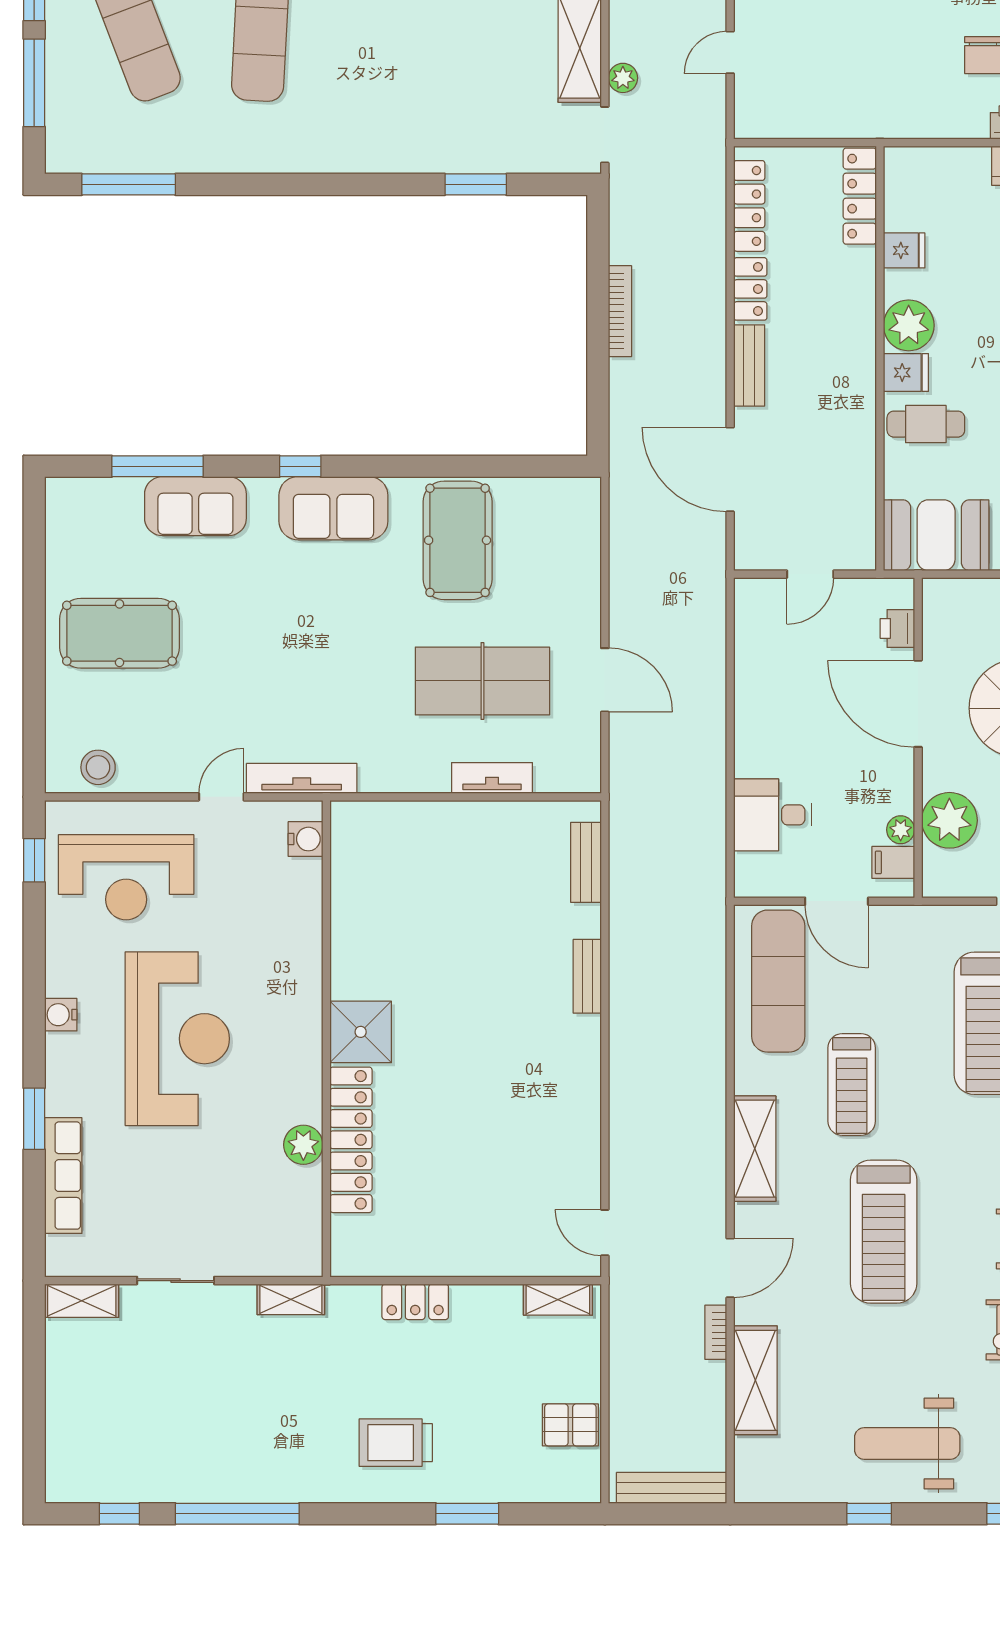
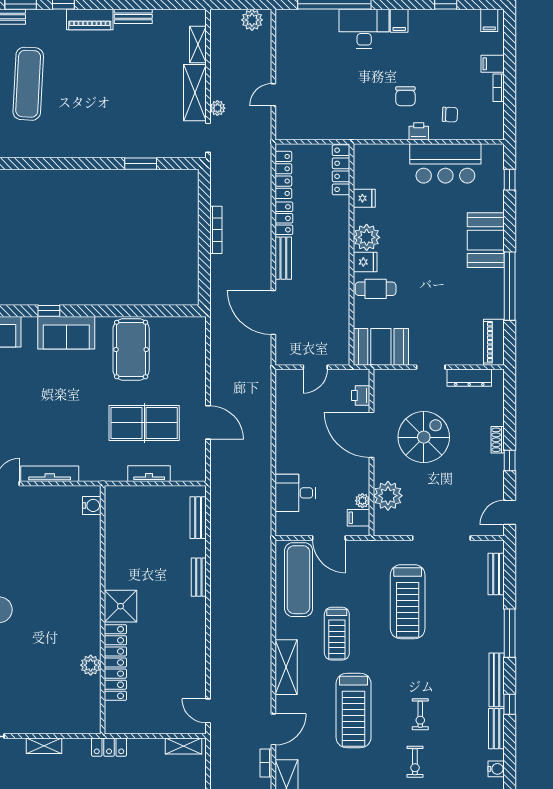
water cooler: (306, 839) -> (92, 505), moved
shower: (361, 1032) -> (120, 606), moved
wall: (326, 1039) -> (103, 610), moved
locker: (351, 1140) -> (115, 663), moved
plant: (303, 1145) -> (91, 665), moved

